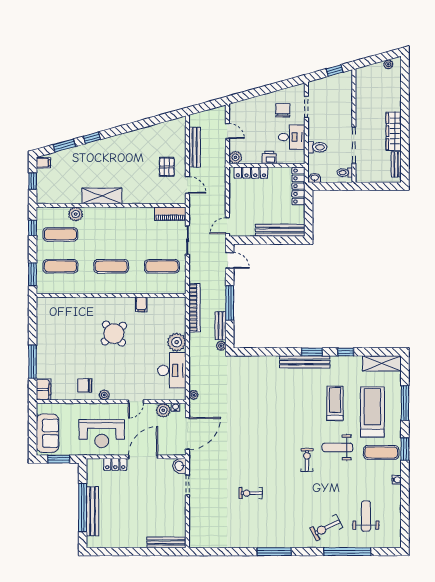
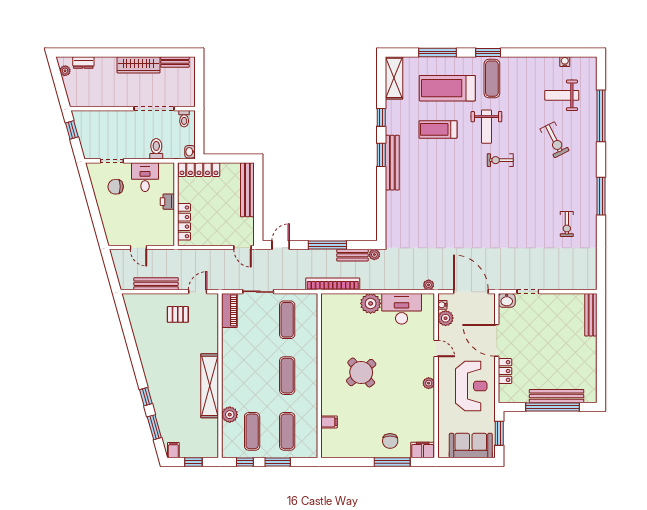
dresser: (396, 81) -> (83, 62), added
door: (227, 131) -> (138, 248), swing flipped
plant: (235, 157) -> (167, 239), removed
shelving: (102, 196) -> (210, 386), width x1.47
window: (33, 274) -> (278, 462), moved
filing cabinet: (141, 304) -> (329, 422), moved
chair: (85, 385) -> (390, 441), moved
water cooler: (397, 480) -> (565, 62), moved
exercise bike: (251, 493) -> (567, 224), moved
exercise bike: (326, 528) -> (555, 140), moved

